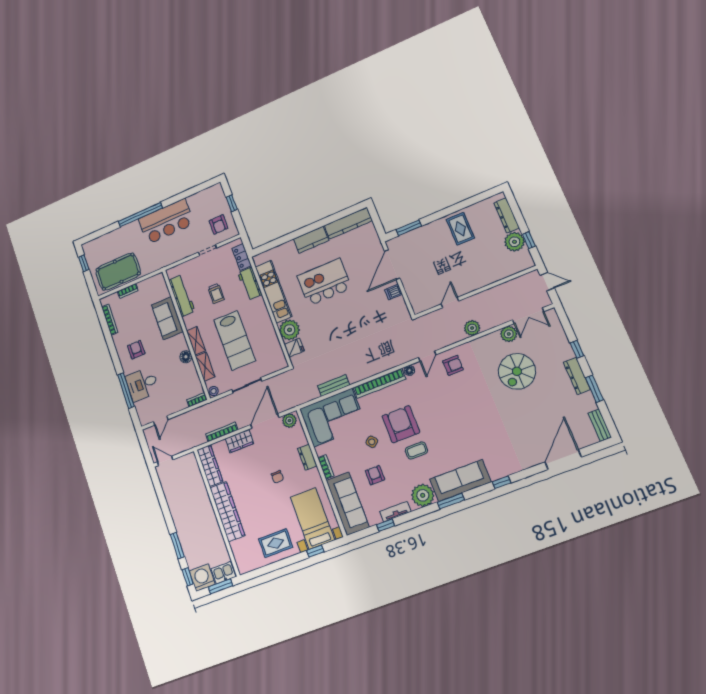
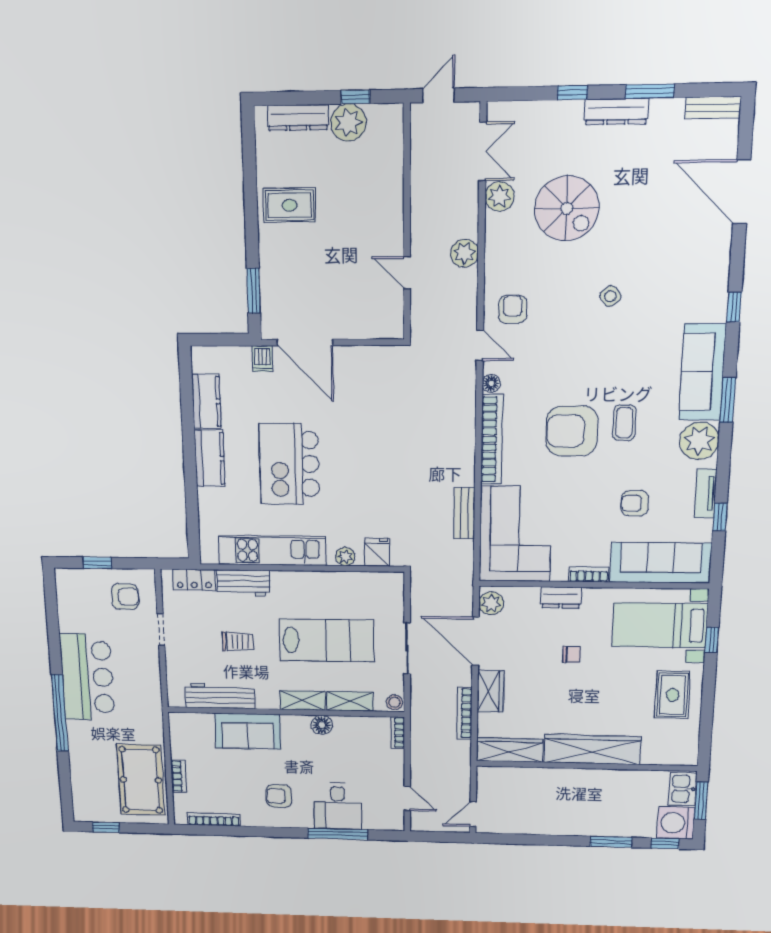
kitchen counter: (348, 223) -> (206, 401), width x0.67
dishwasher: (393, 292) -> (262, 359), moved
plant: (290, 330) -> (345, 557), width x0.53, depth x0.53
side table: (372, 442) -> (610, 296), moved

